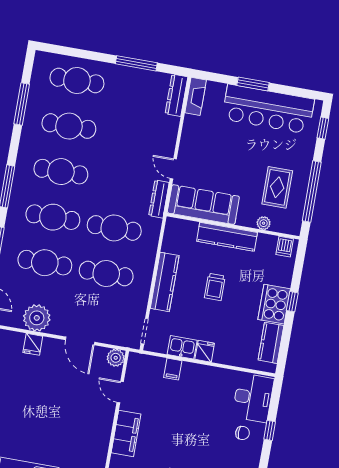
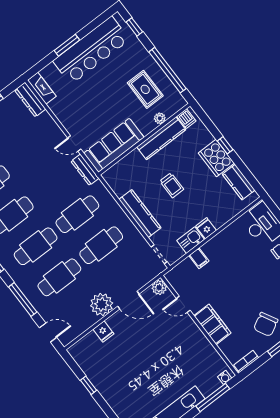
kitchen counter: (227, 237) -> (161, 138), moved
plant: (37, 318) -> (102, 304), moved

